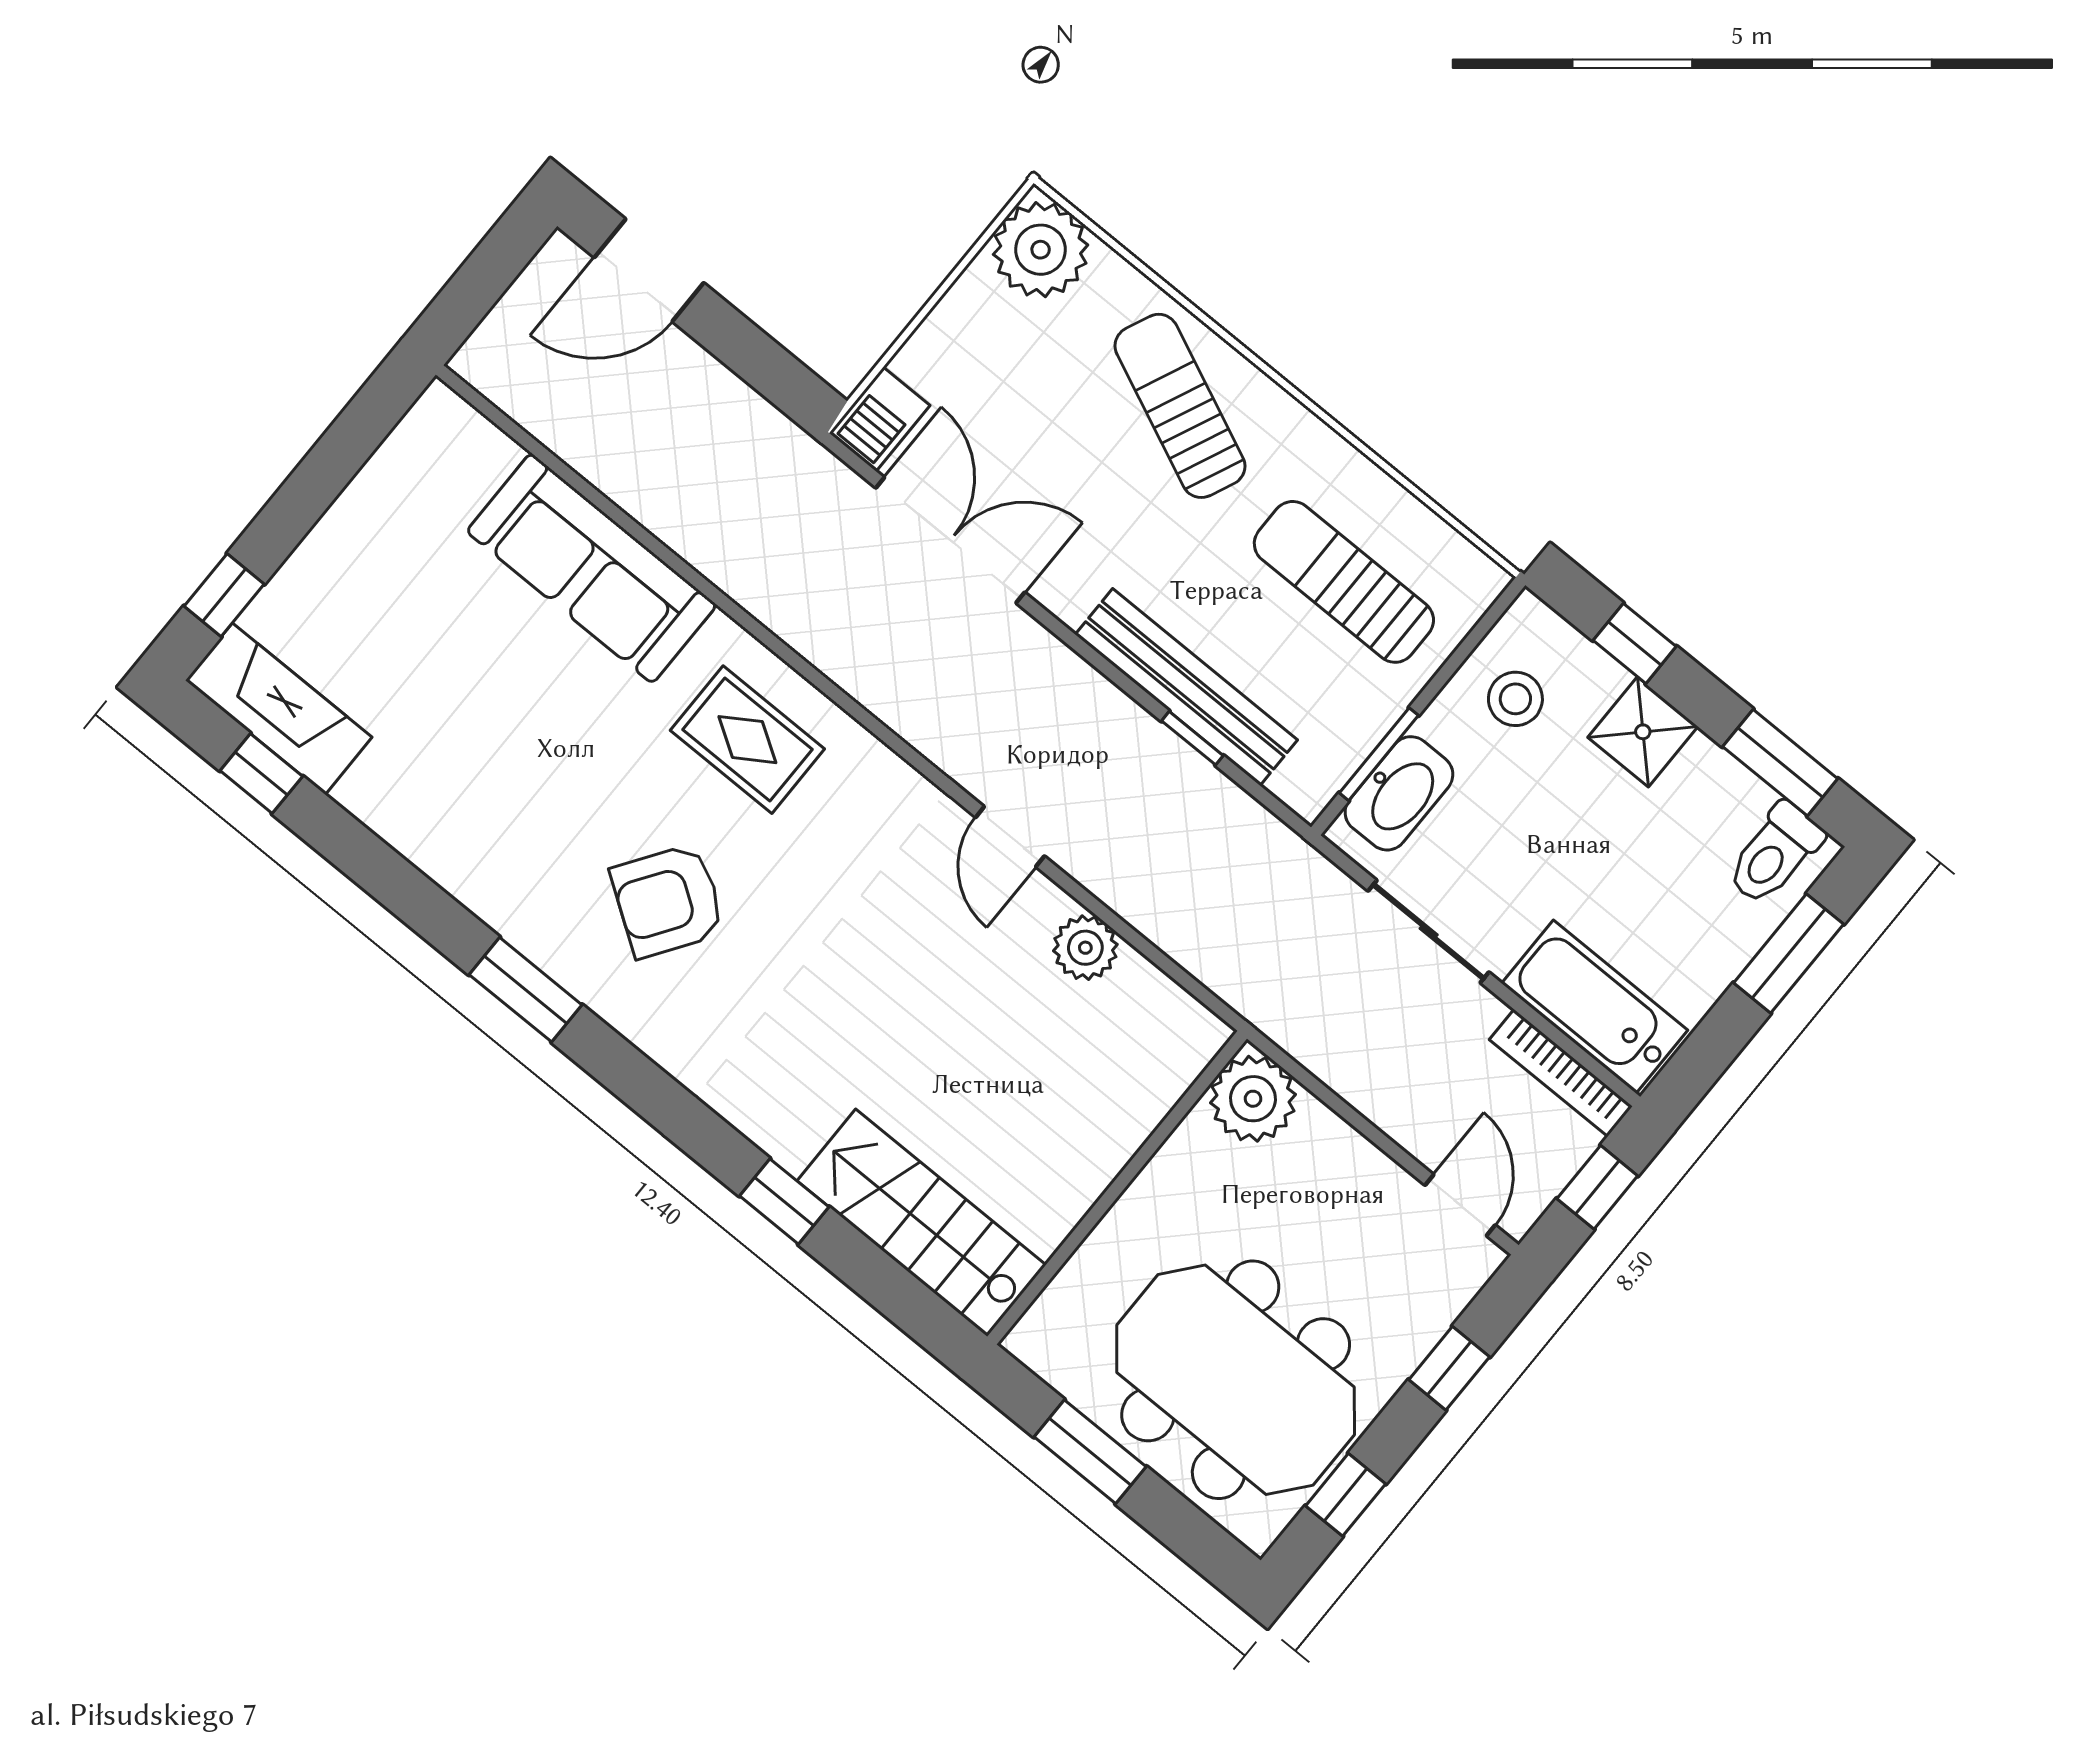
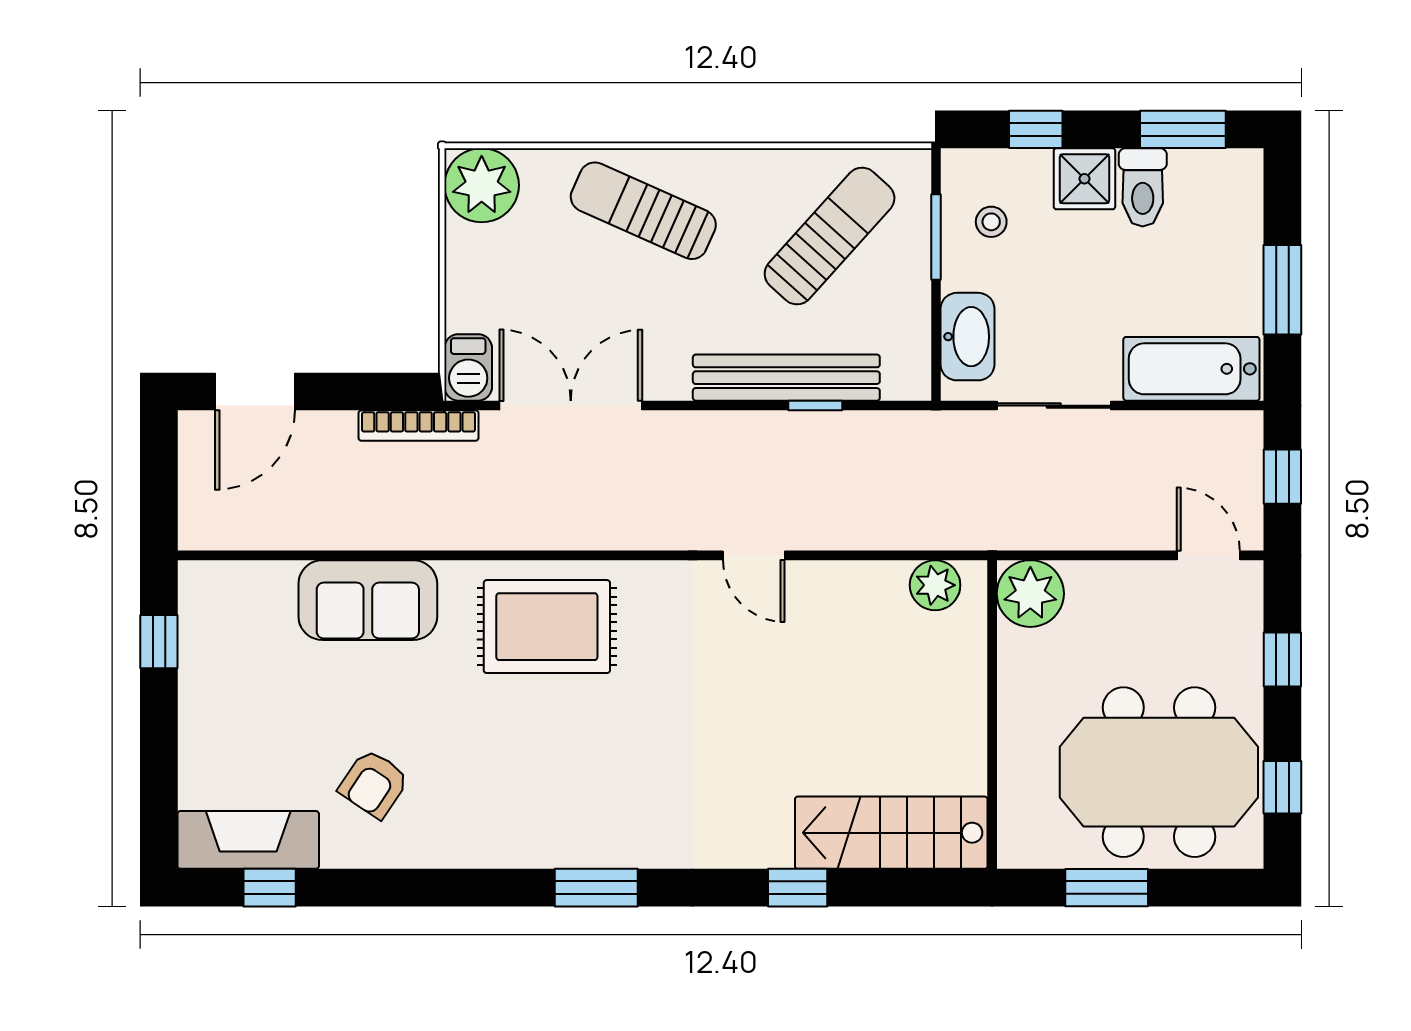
sofa: (592, 568) -> (368, 600), width x0.73
sun lounger: (1344, 582) -> (830, 236), turned 132
window: (224, 595) -> (159, 642), moved
stool: (1515, 699) -> (991, 222), width x0.73, depth x0.73
rug: (747, 740) -> (547, 627), width x1.36, depth x1.43
window: (1379, 754) -> (936, 237), moved
toilet: (1775, 854) -> (1143, 187), moved
armchair: (668, 901) -> (374, 784), moved, width x0.72, depth x0.72
plant: (1085, 948) -> (935, 585), moved
window: (1789, 954) -> (1282, 290), moved
window: (526, 990) -> (596, 888), moved
bookcase: (1561, 1073) -> (418, 426), moved

